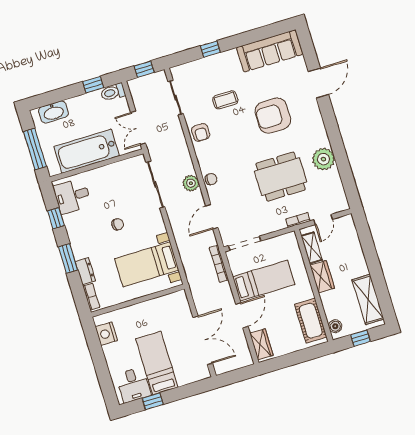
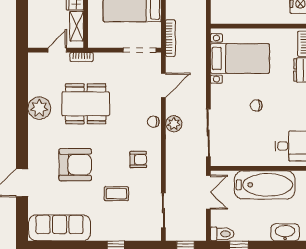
armchair: (201, 132) -> (138, 159), moved, turned 90

